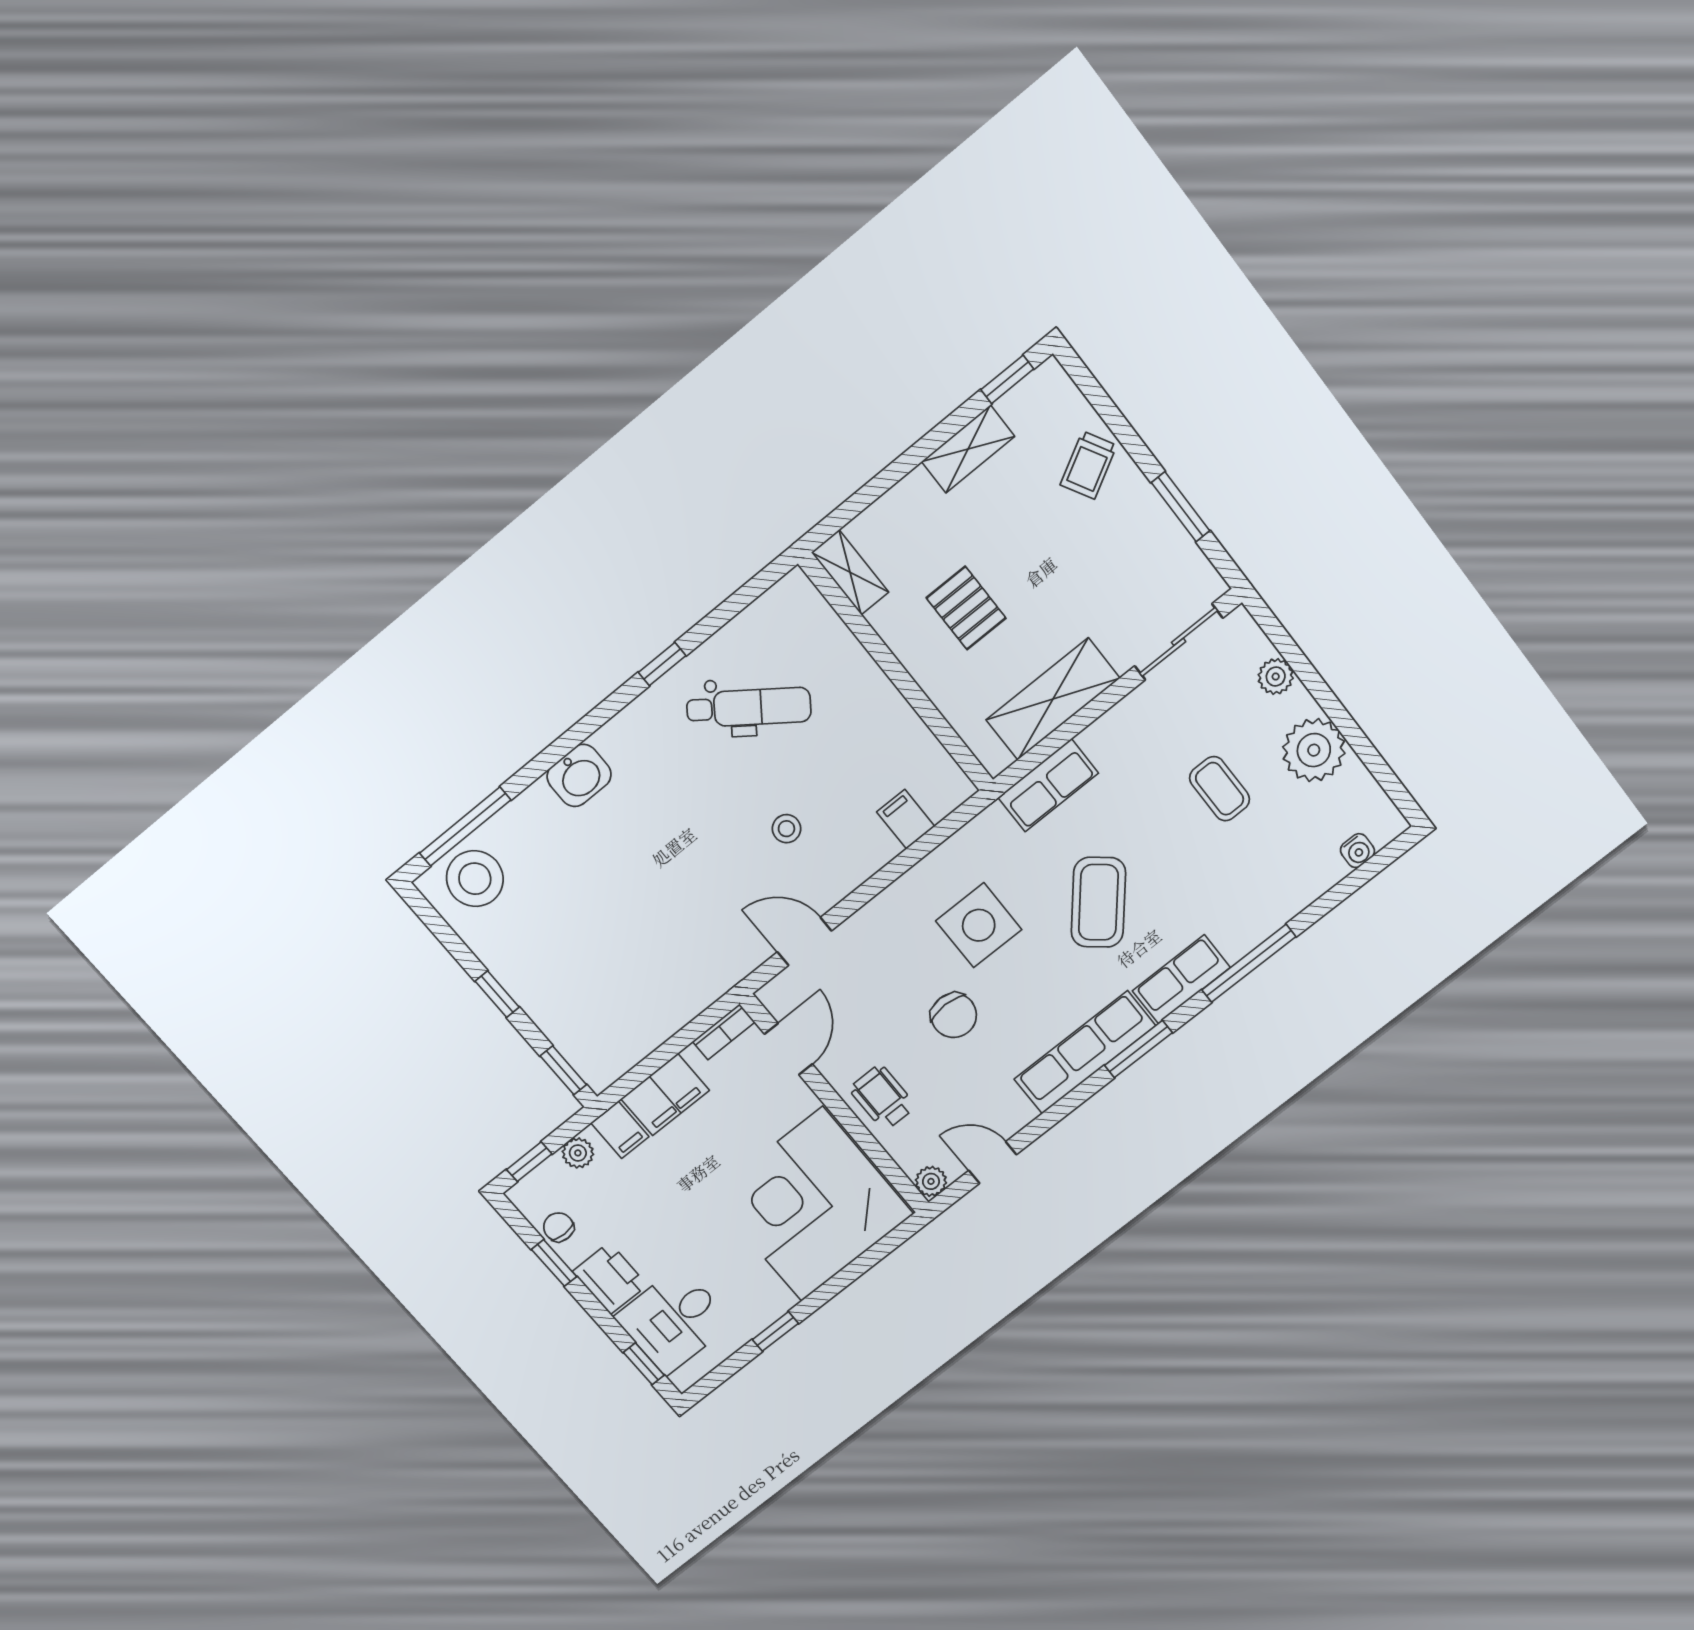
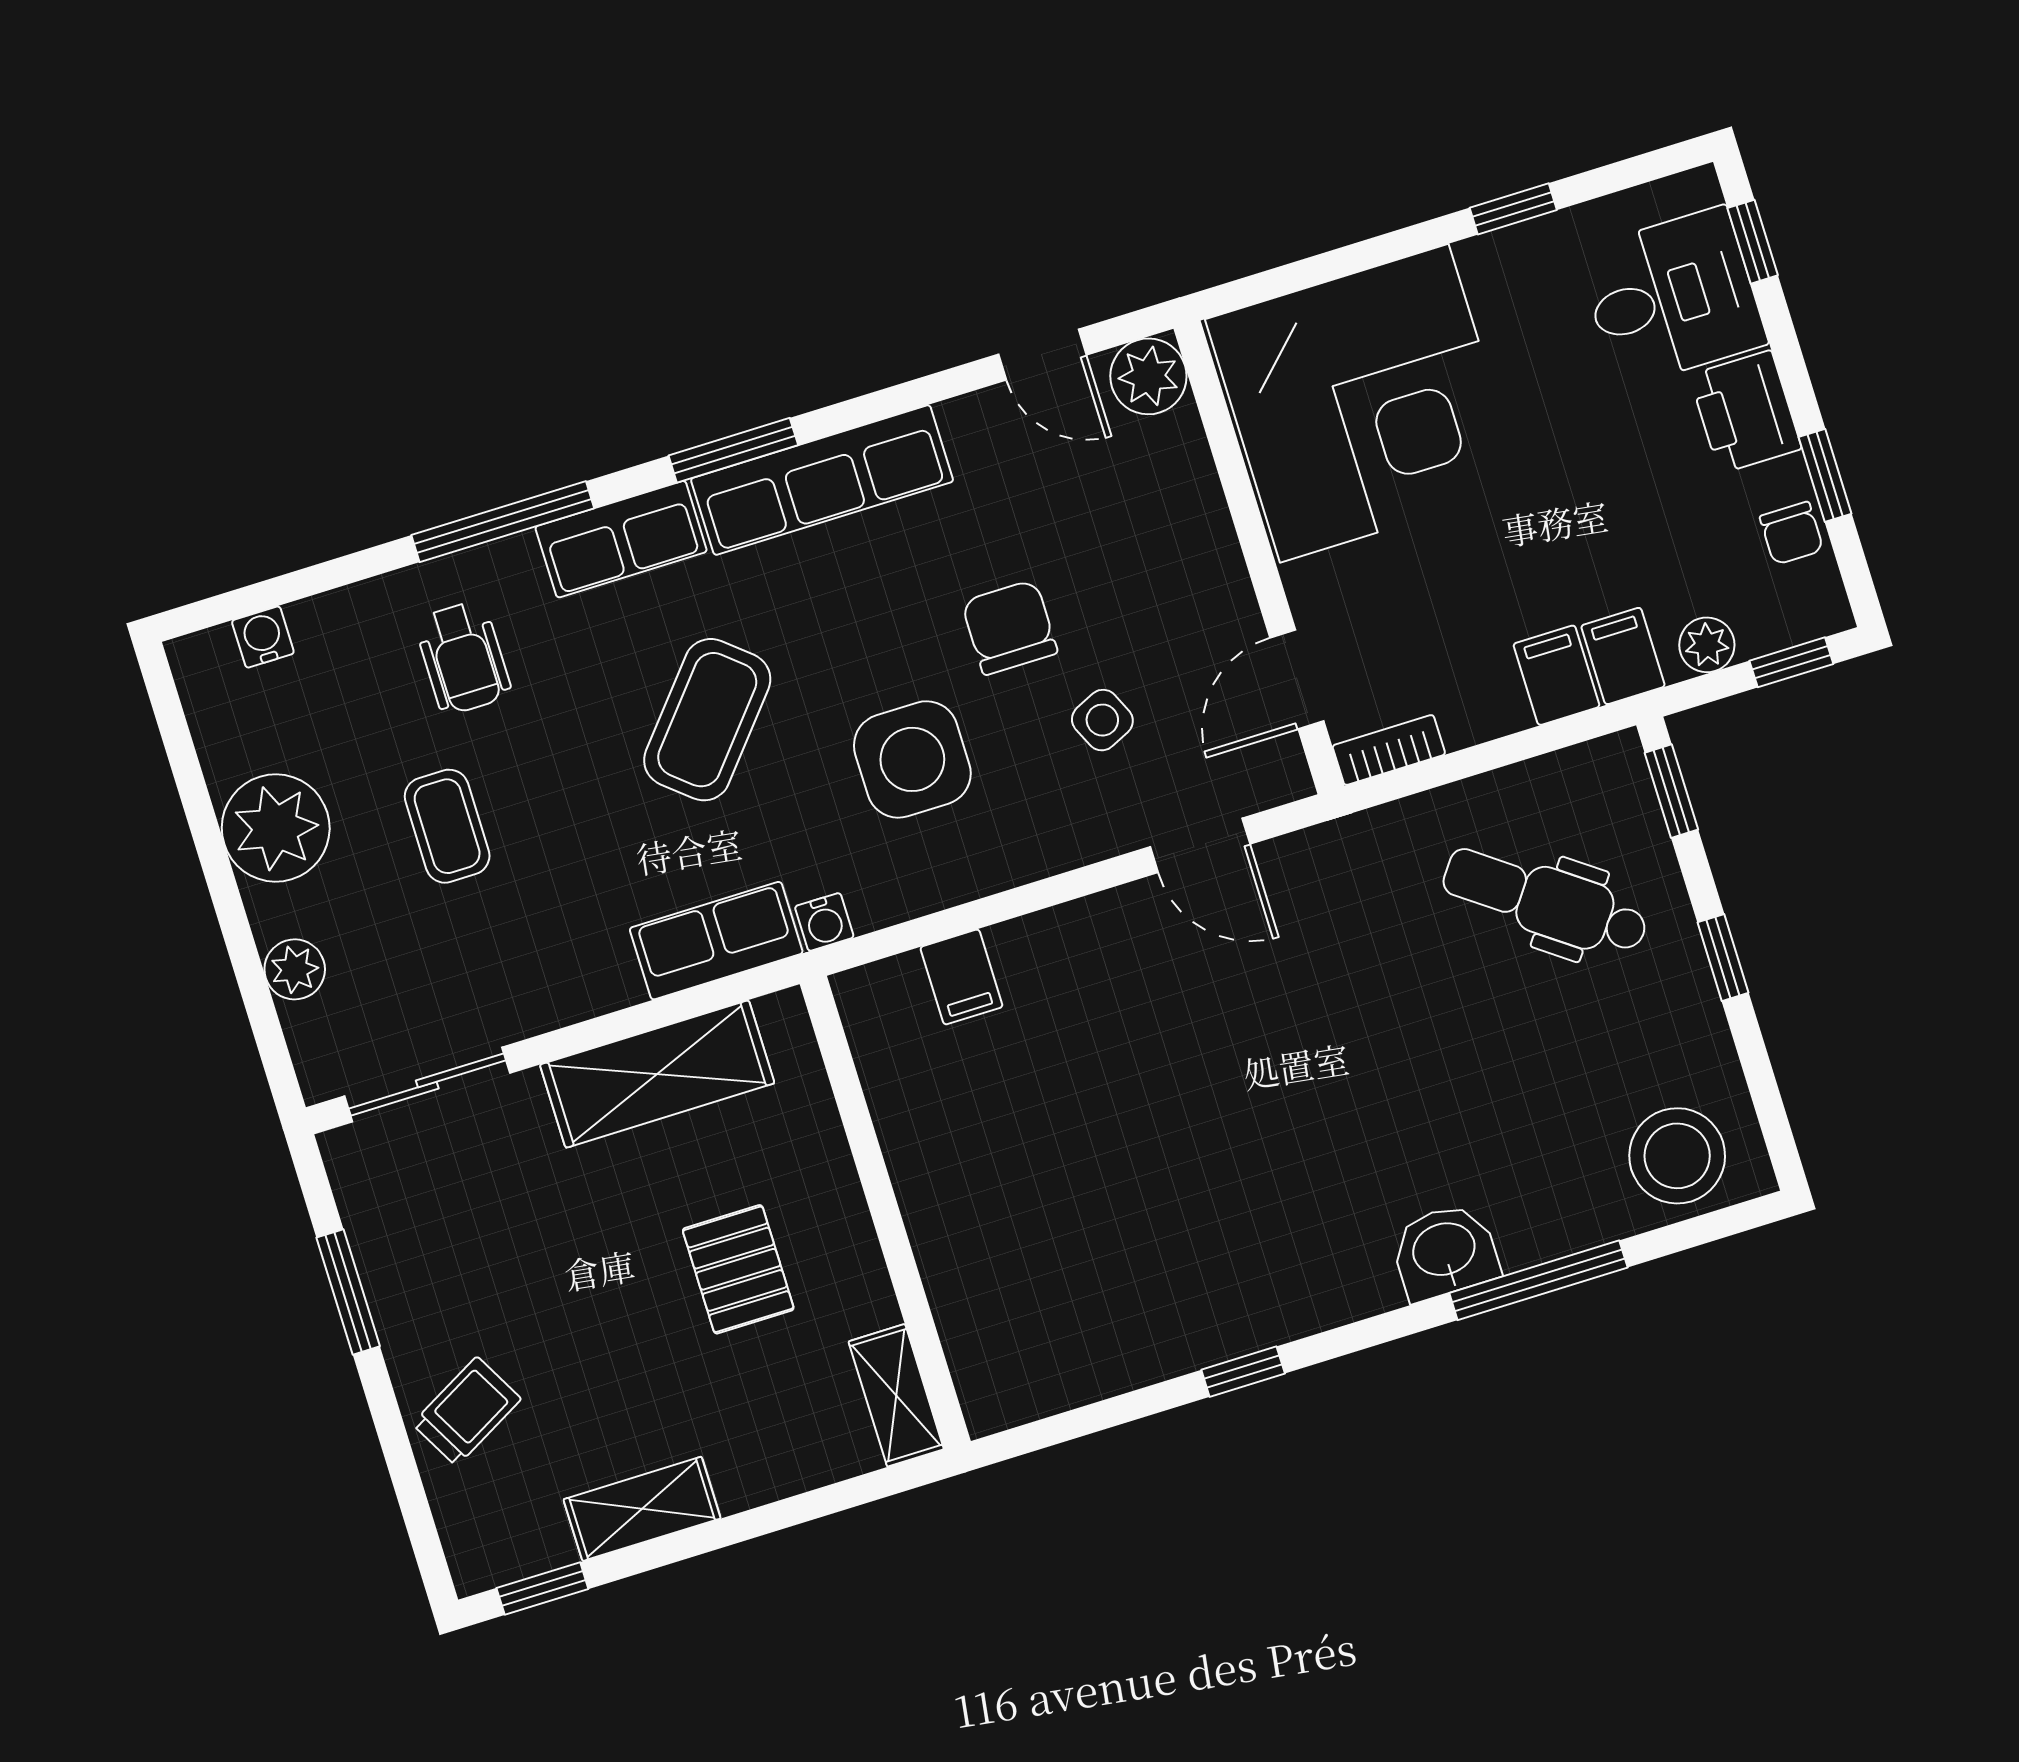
dental chair: (749, 707) -> (1545, 901), moved
water cooler: (993, 819) -> (824, 922), added
window: (465, 826) -> (1538, 1280), moved
stool: (786, 829) -> (1155, 1038), removed
side table: (884, 987) -> (1102, 720), added
filing cabinet: (665, 1095) -> (1557, 675), width x0.50
wheelchair: (882, 1097) -> (463, 658), moved
plant: (931, 1181) -> (1148, 376), width x1.38, depth x1.38

